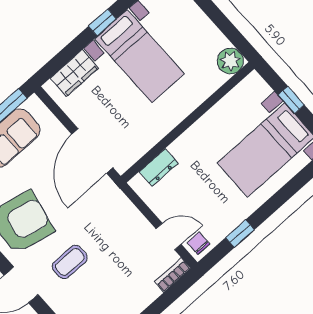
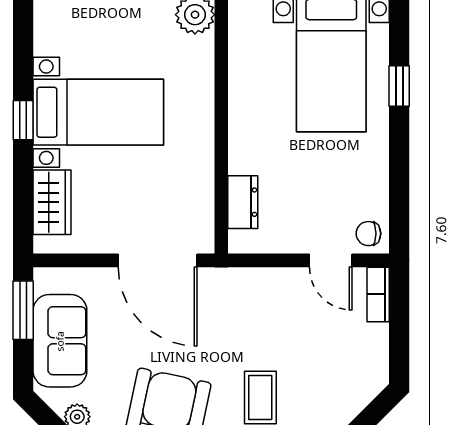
window: (240, 234) -> (399, 86), moved
door: (169, 236) -> (331, 260), swing flipped

